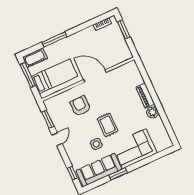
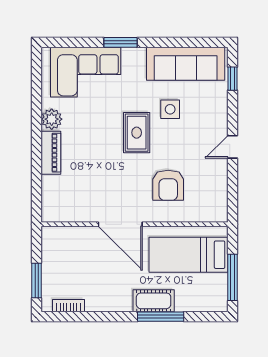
cot: (35, 58) -> (154, 301), moved
window: (48, 119) -> (232, 188), removed
corner sofa: (134, 149) -> (86, 72), moved
window: (118, 174) -> (120, 42), moved

